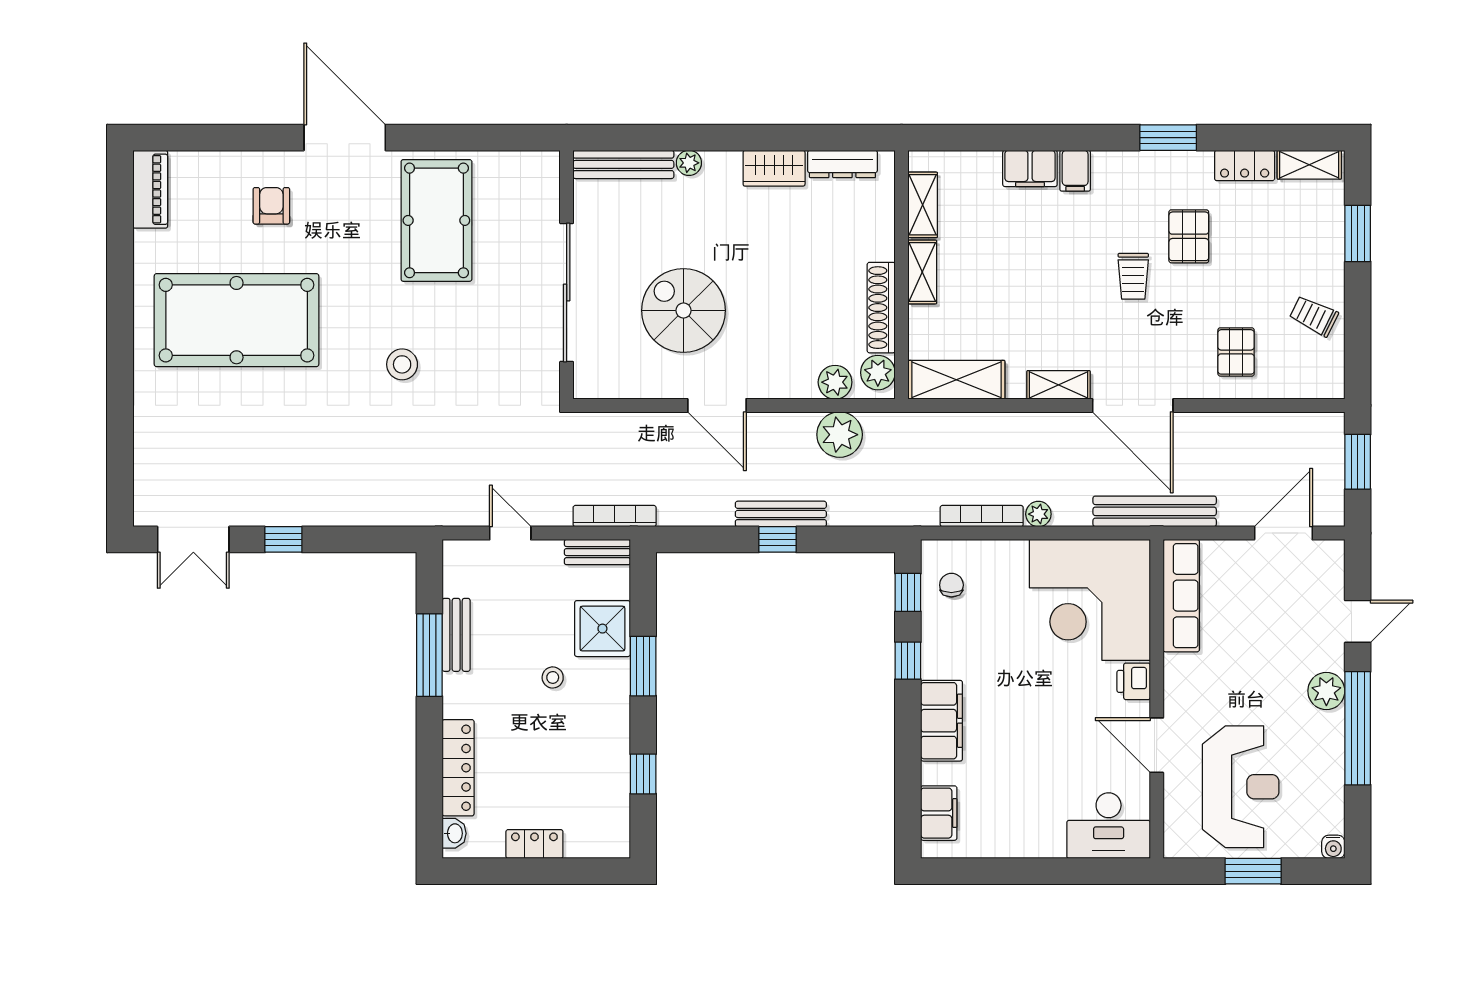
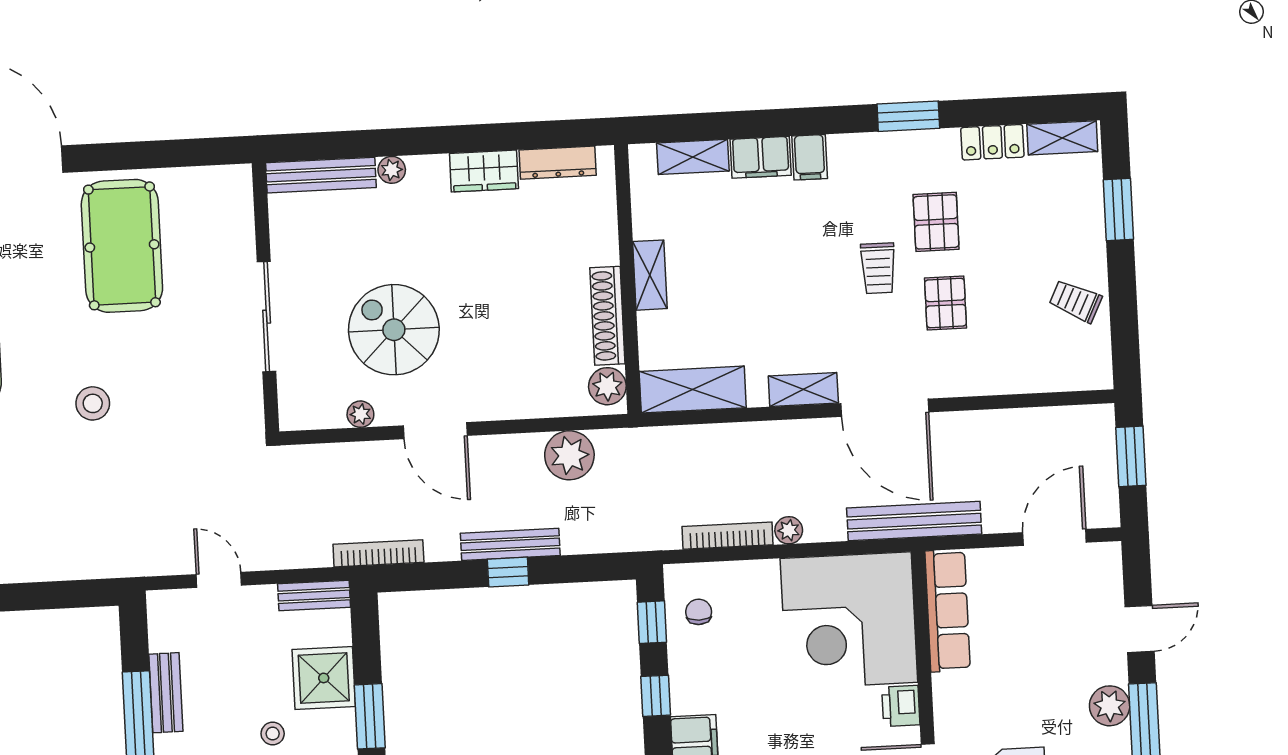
shelving: (923, 205) -> (693, 157), moved, turned 90
sliding door: (567, 293) -> (267, 317), width x0.73
pallet: (1236, 352) -> (945, 303), moved
plant: (835, 382) -> (360, 414), moved, width x0.73, depth x0.73
bookcase: (615, 516) -> (378, 553), moved

